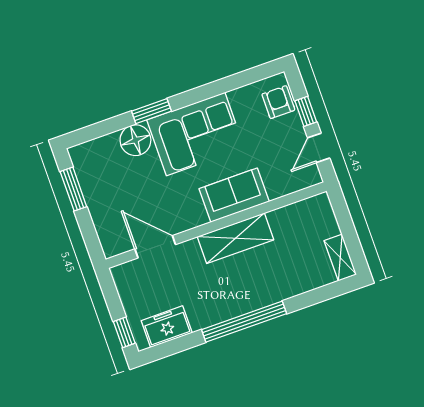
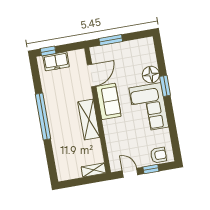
window: (73, 189) -> (111, 40), moved
sofa: (234, 195) -> (108, 101), moved
shelving: (340, 258) -> (94, 170), moved
freezer: (167, 327) -> (56, 61), moved, turned 90

